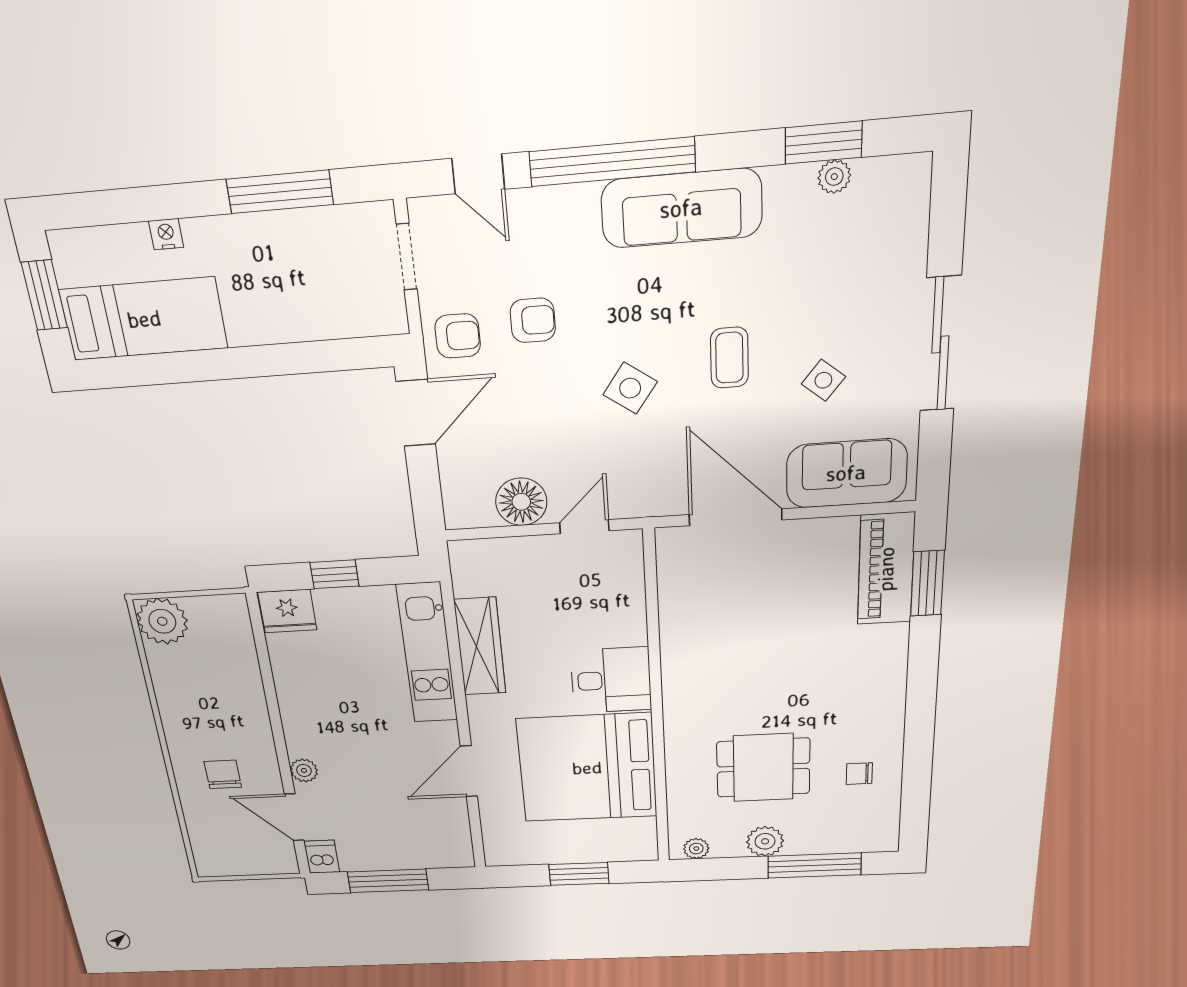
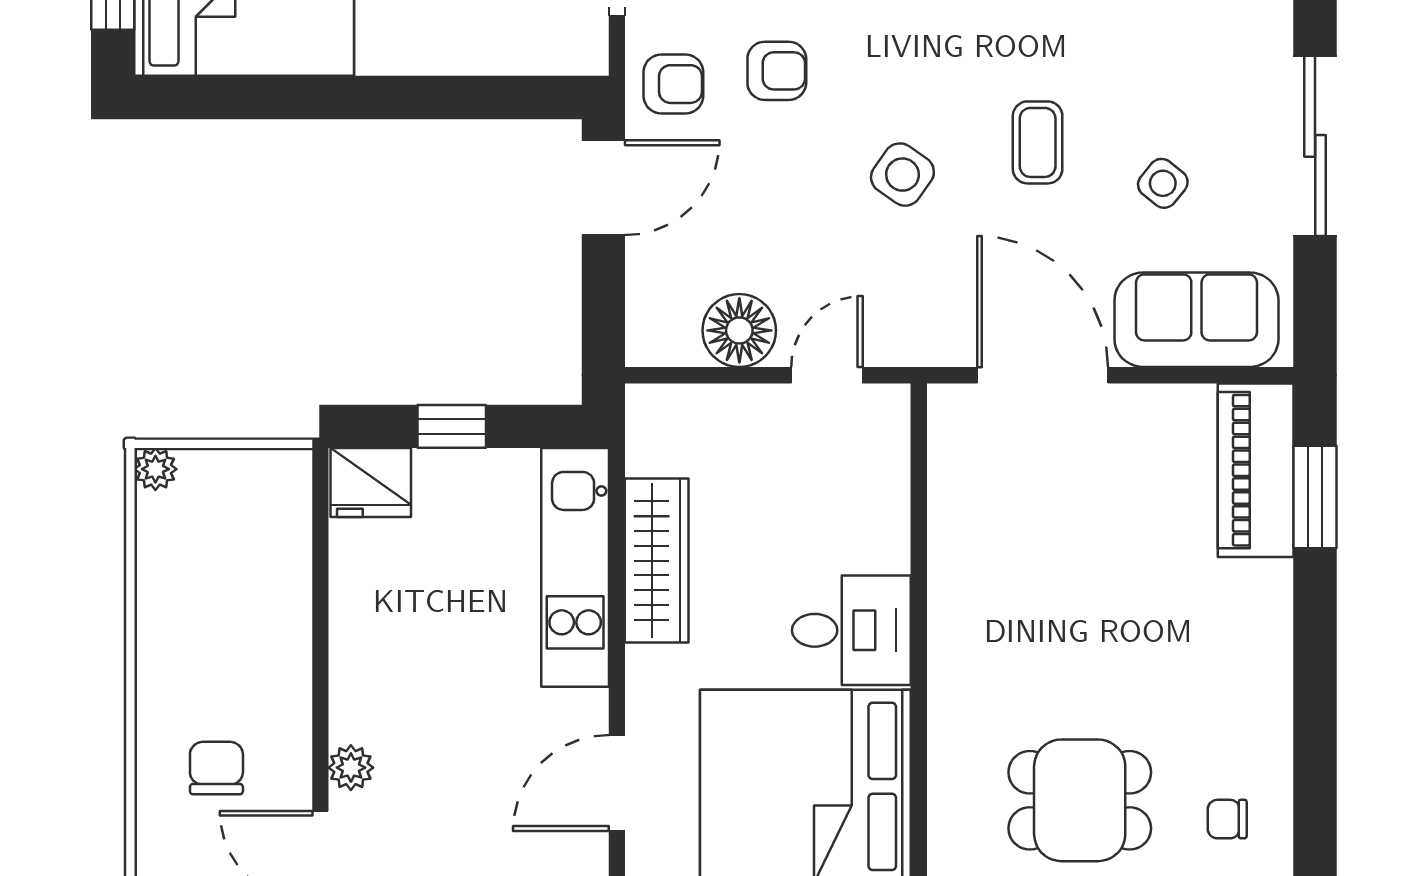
plant: (162, 621) -> (155, 469), width x0.53, depth x0.53

